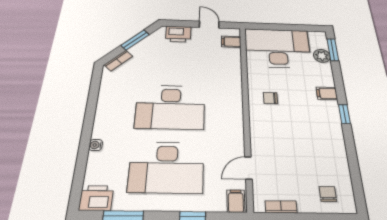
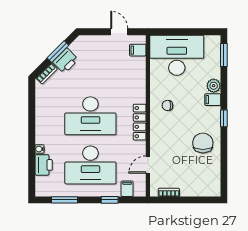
printer: (178, 34) -> (66, 61), moved, turned -45
plant: (322, 56) -> (214, 86), moved
locker: (235, 116) -> (140, 122), added
chair: (328, 194) -> (203, 143), moved, width x1.87, depth x1.87
printer: (96, 198) -> (44, 165), moved, turned 90
filing cabinet: (236, 201) -> (127, 189), moved

